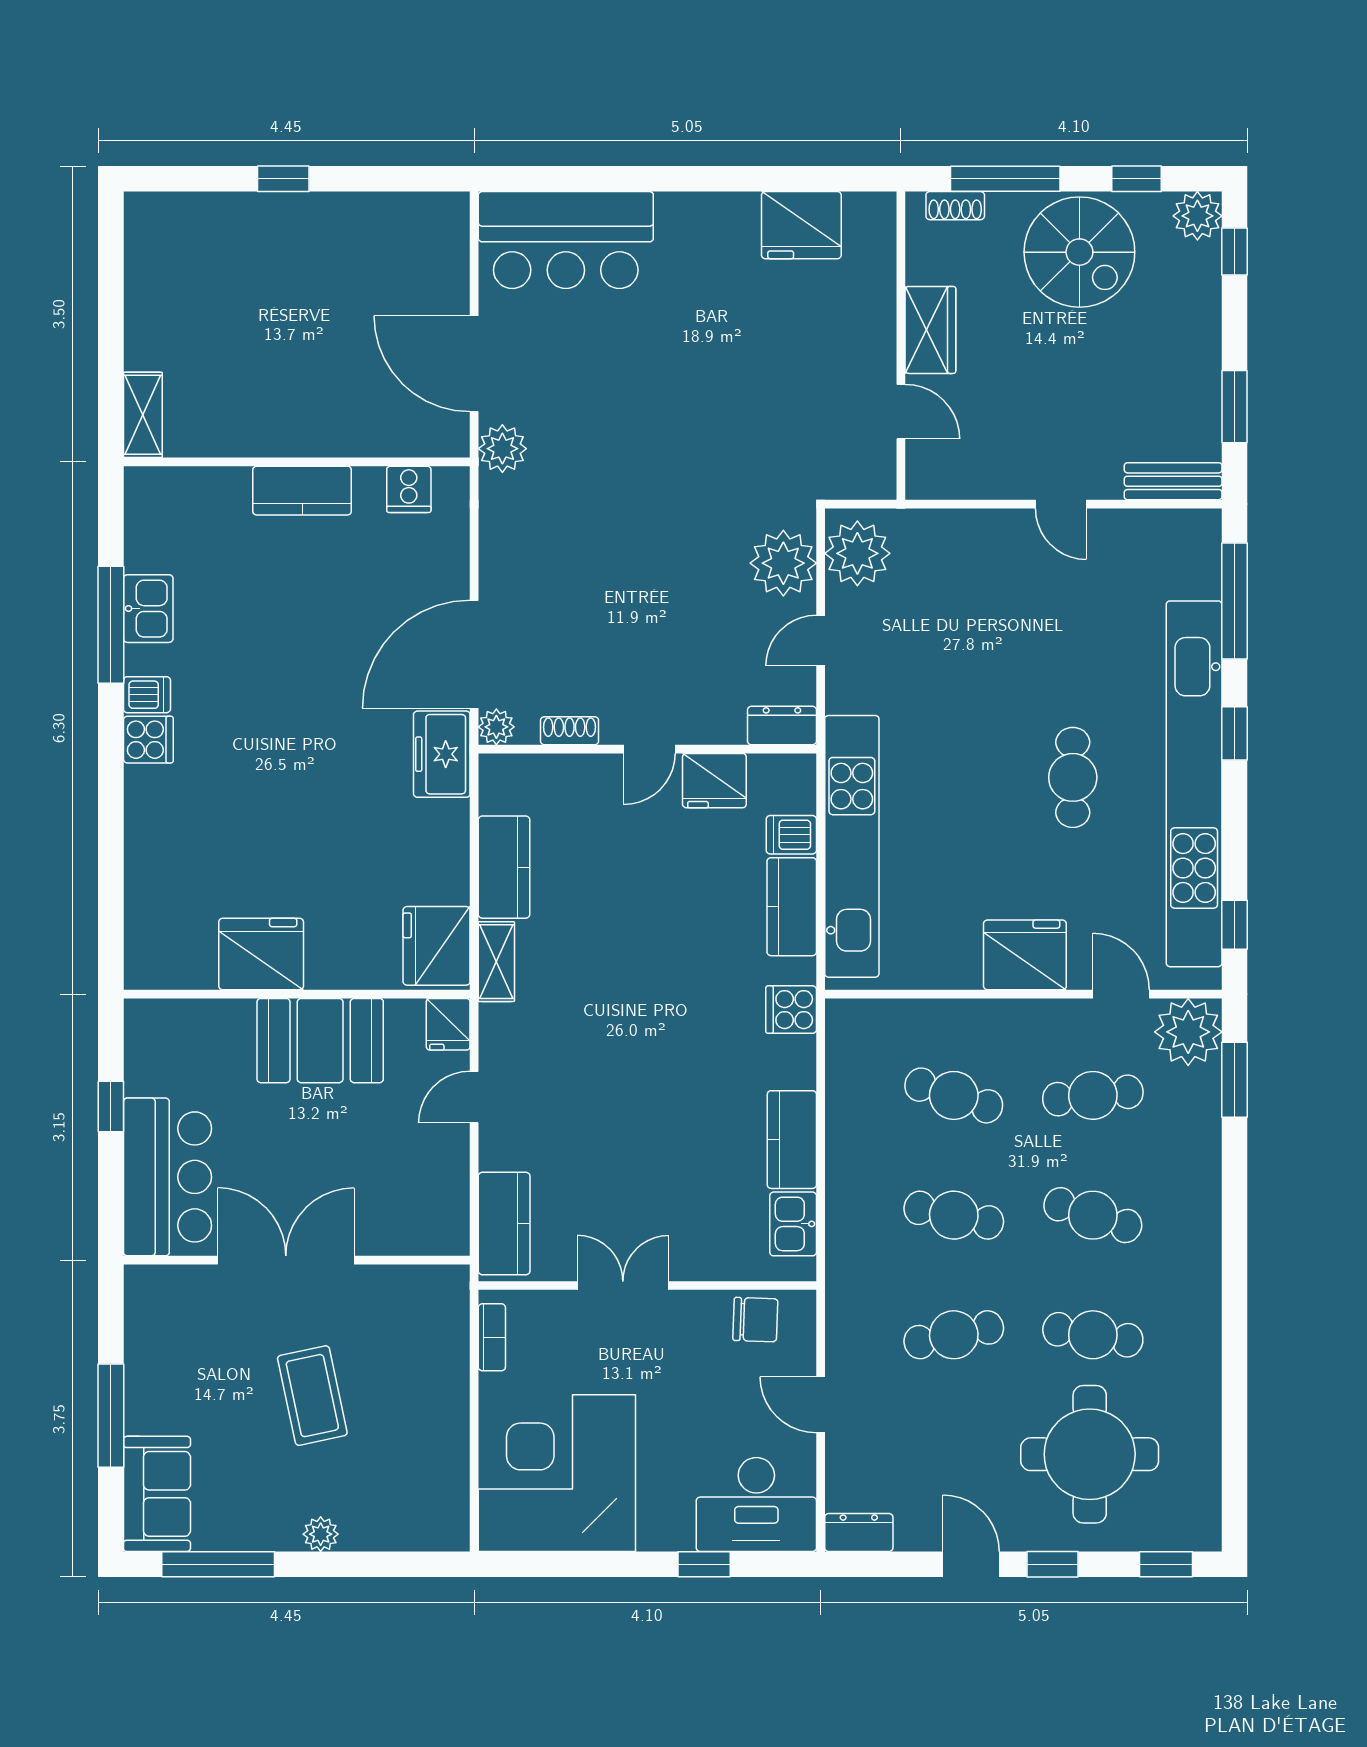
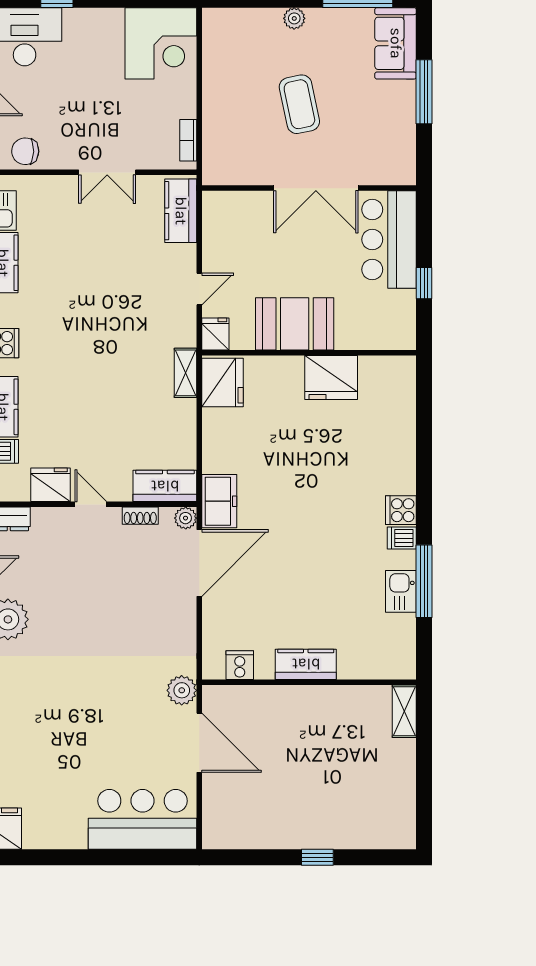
door: (649, 749) -> (91, 504), hinge flipped
kitchen counter: (504, 867) -> (165, 486), moved, turned 90
corner desk: (557, 1473) -> (161, 43), width x0.74, depth x0.74

